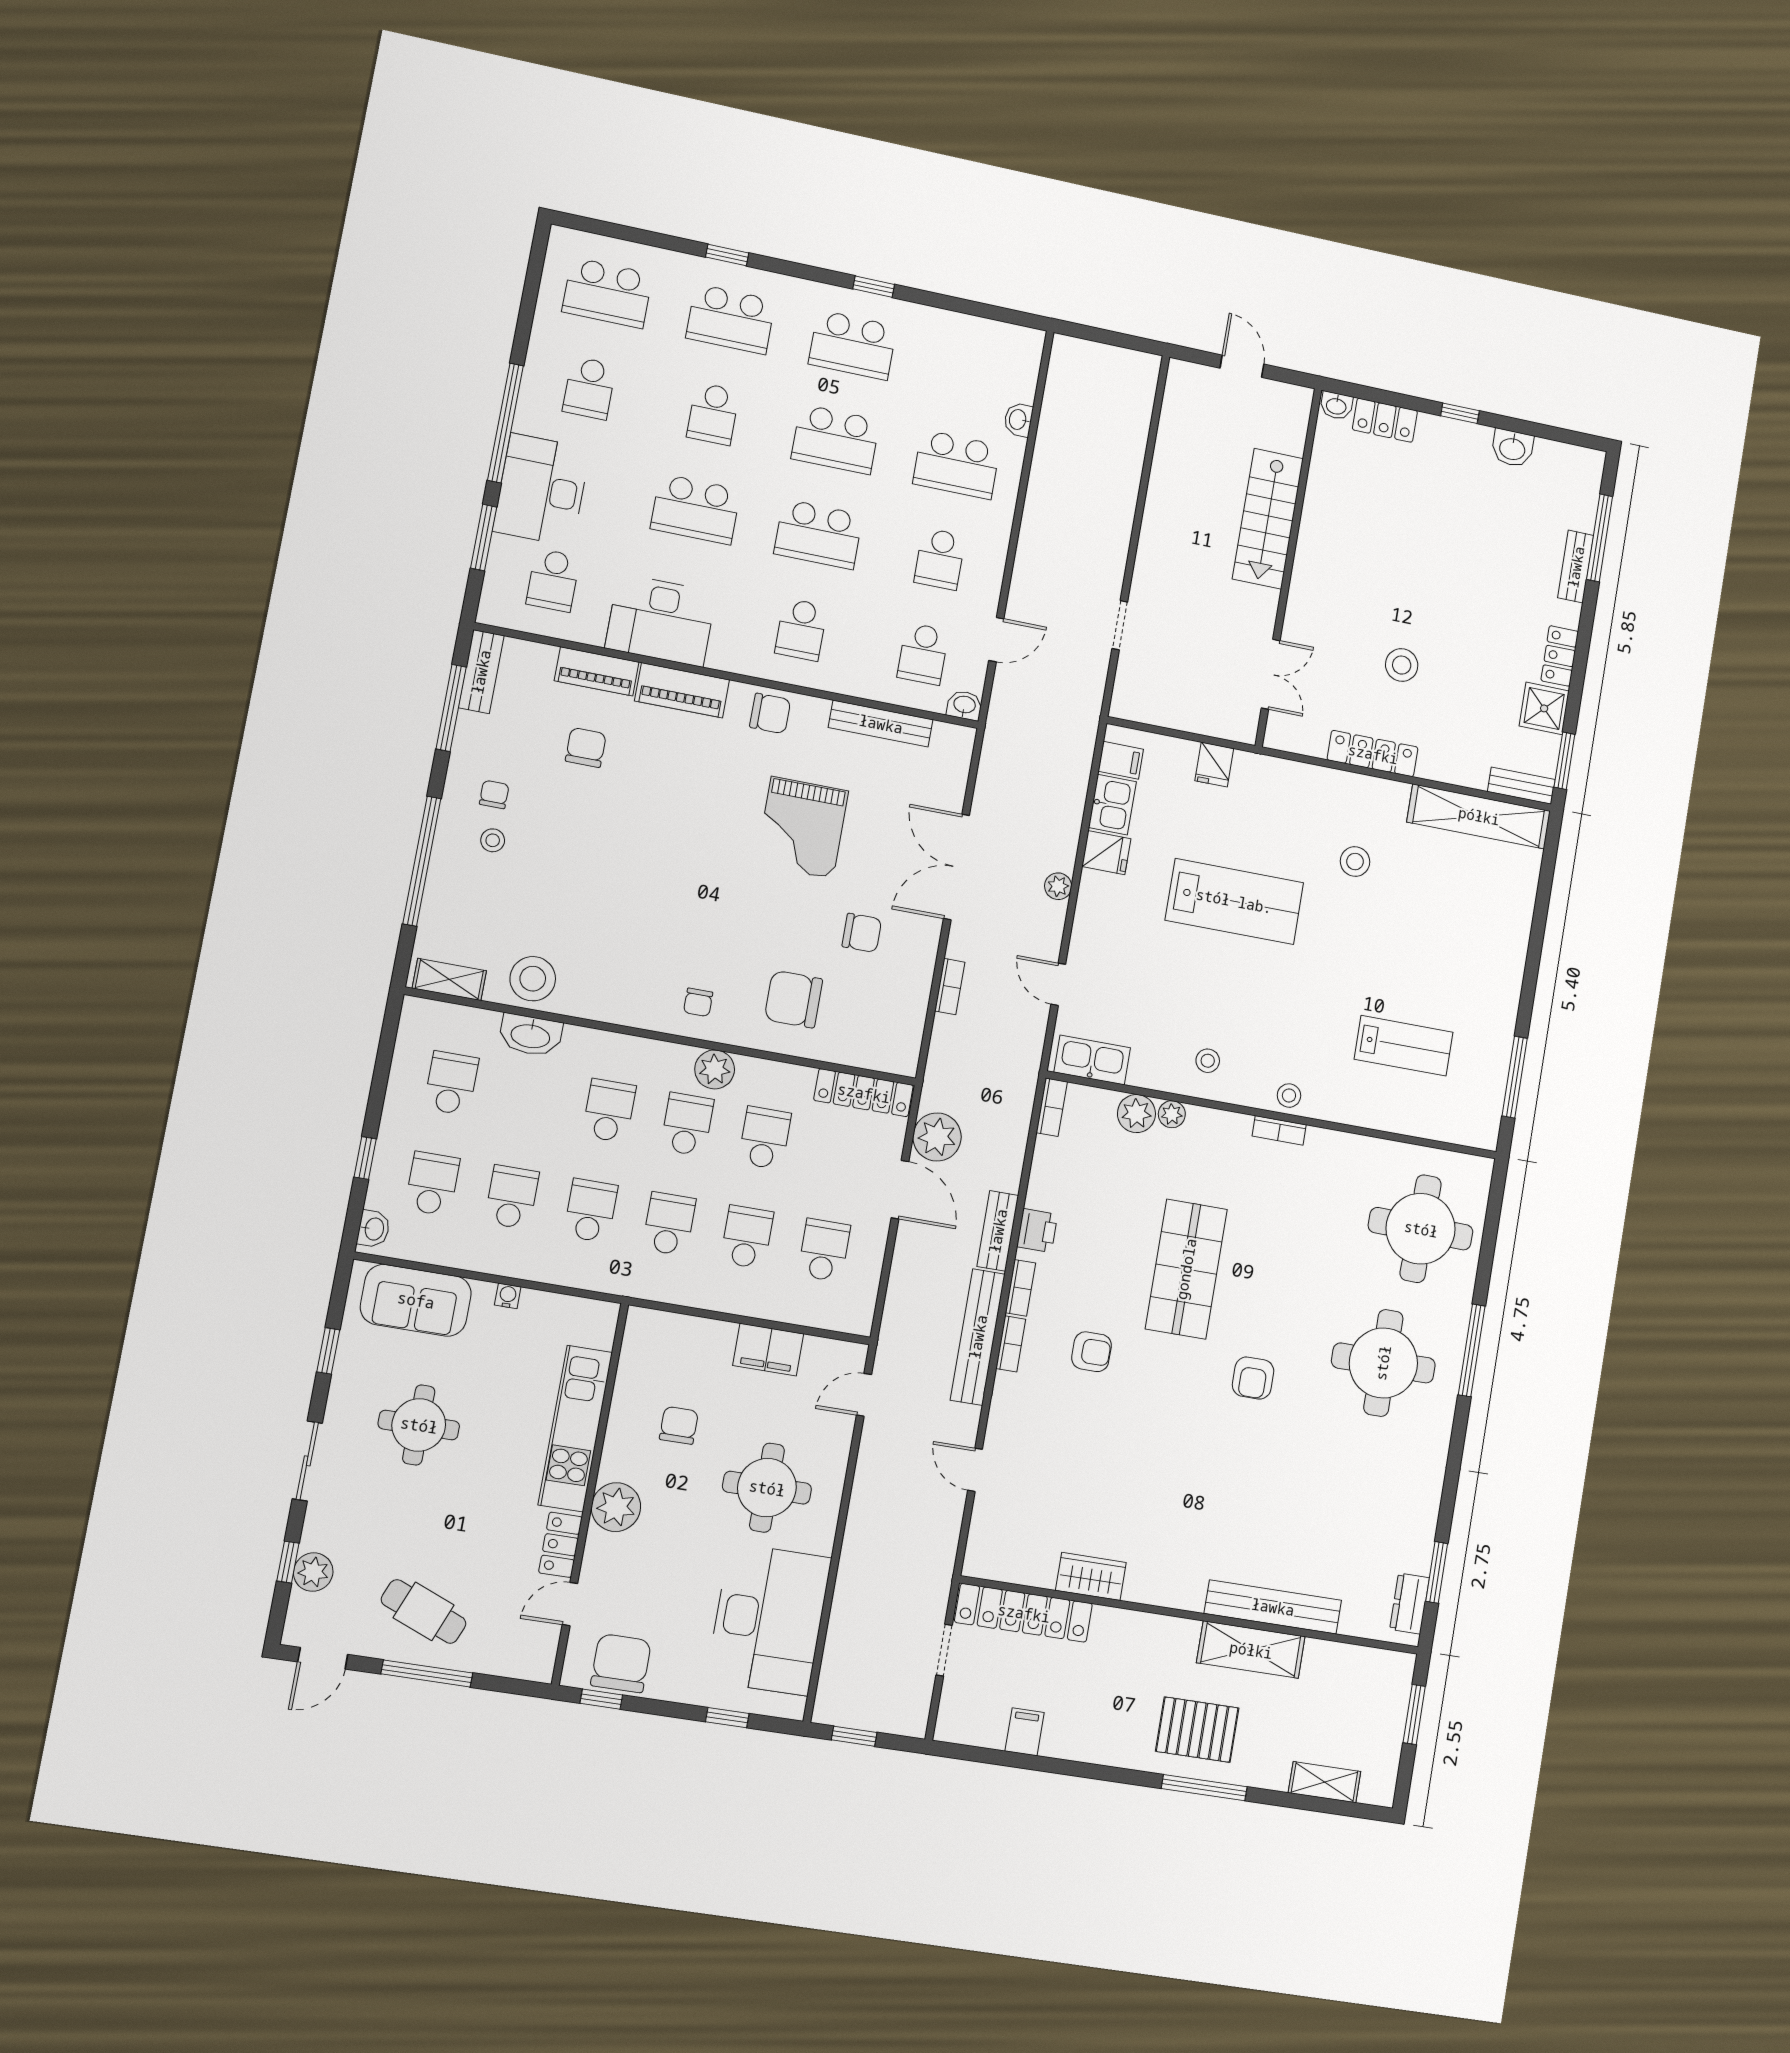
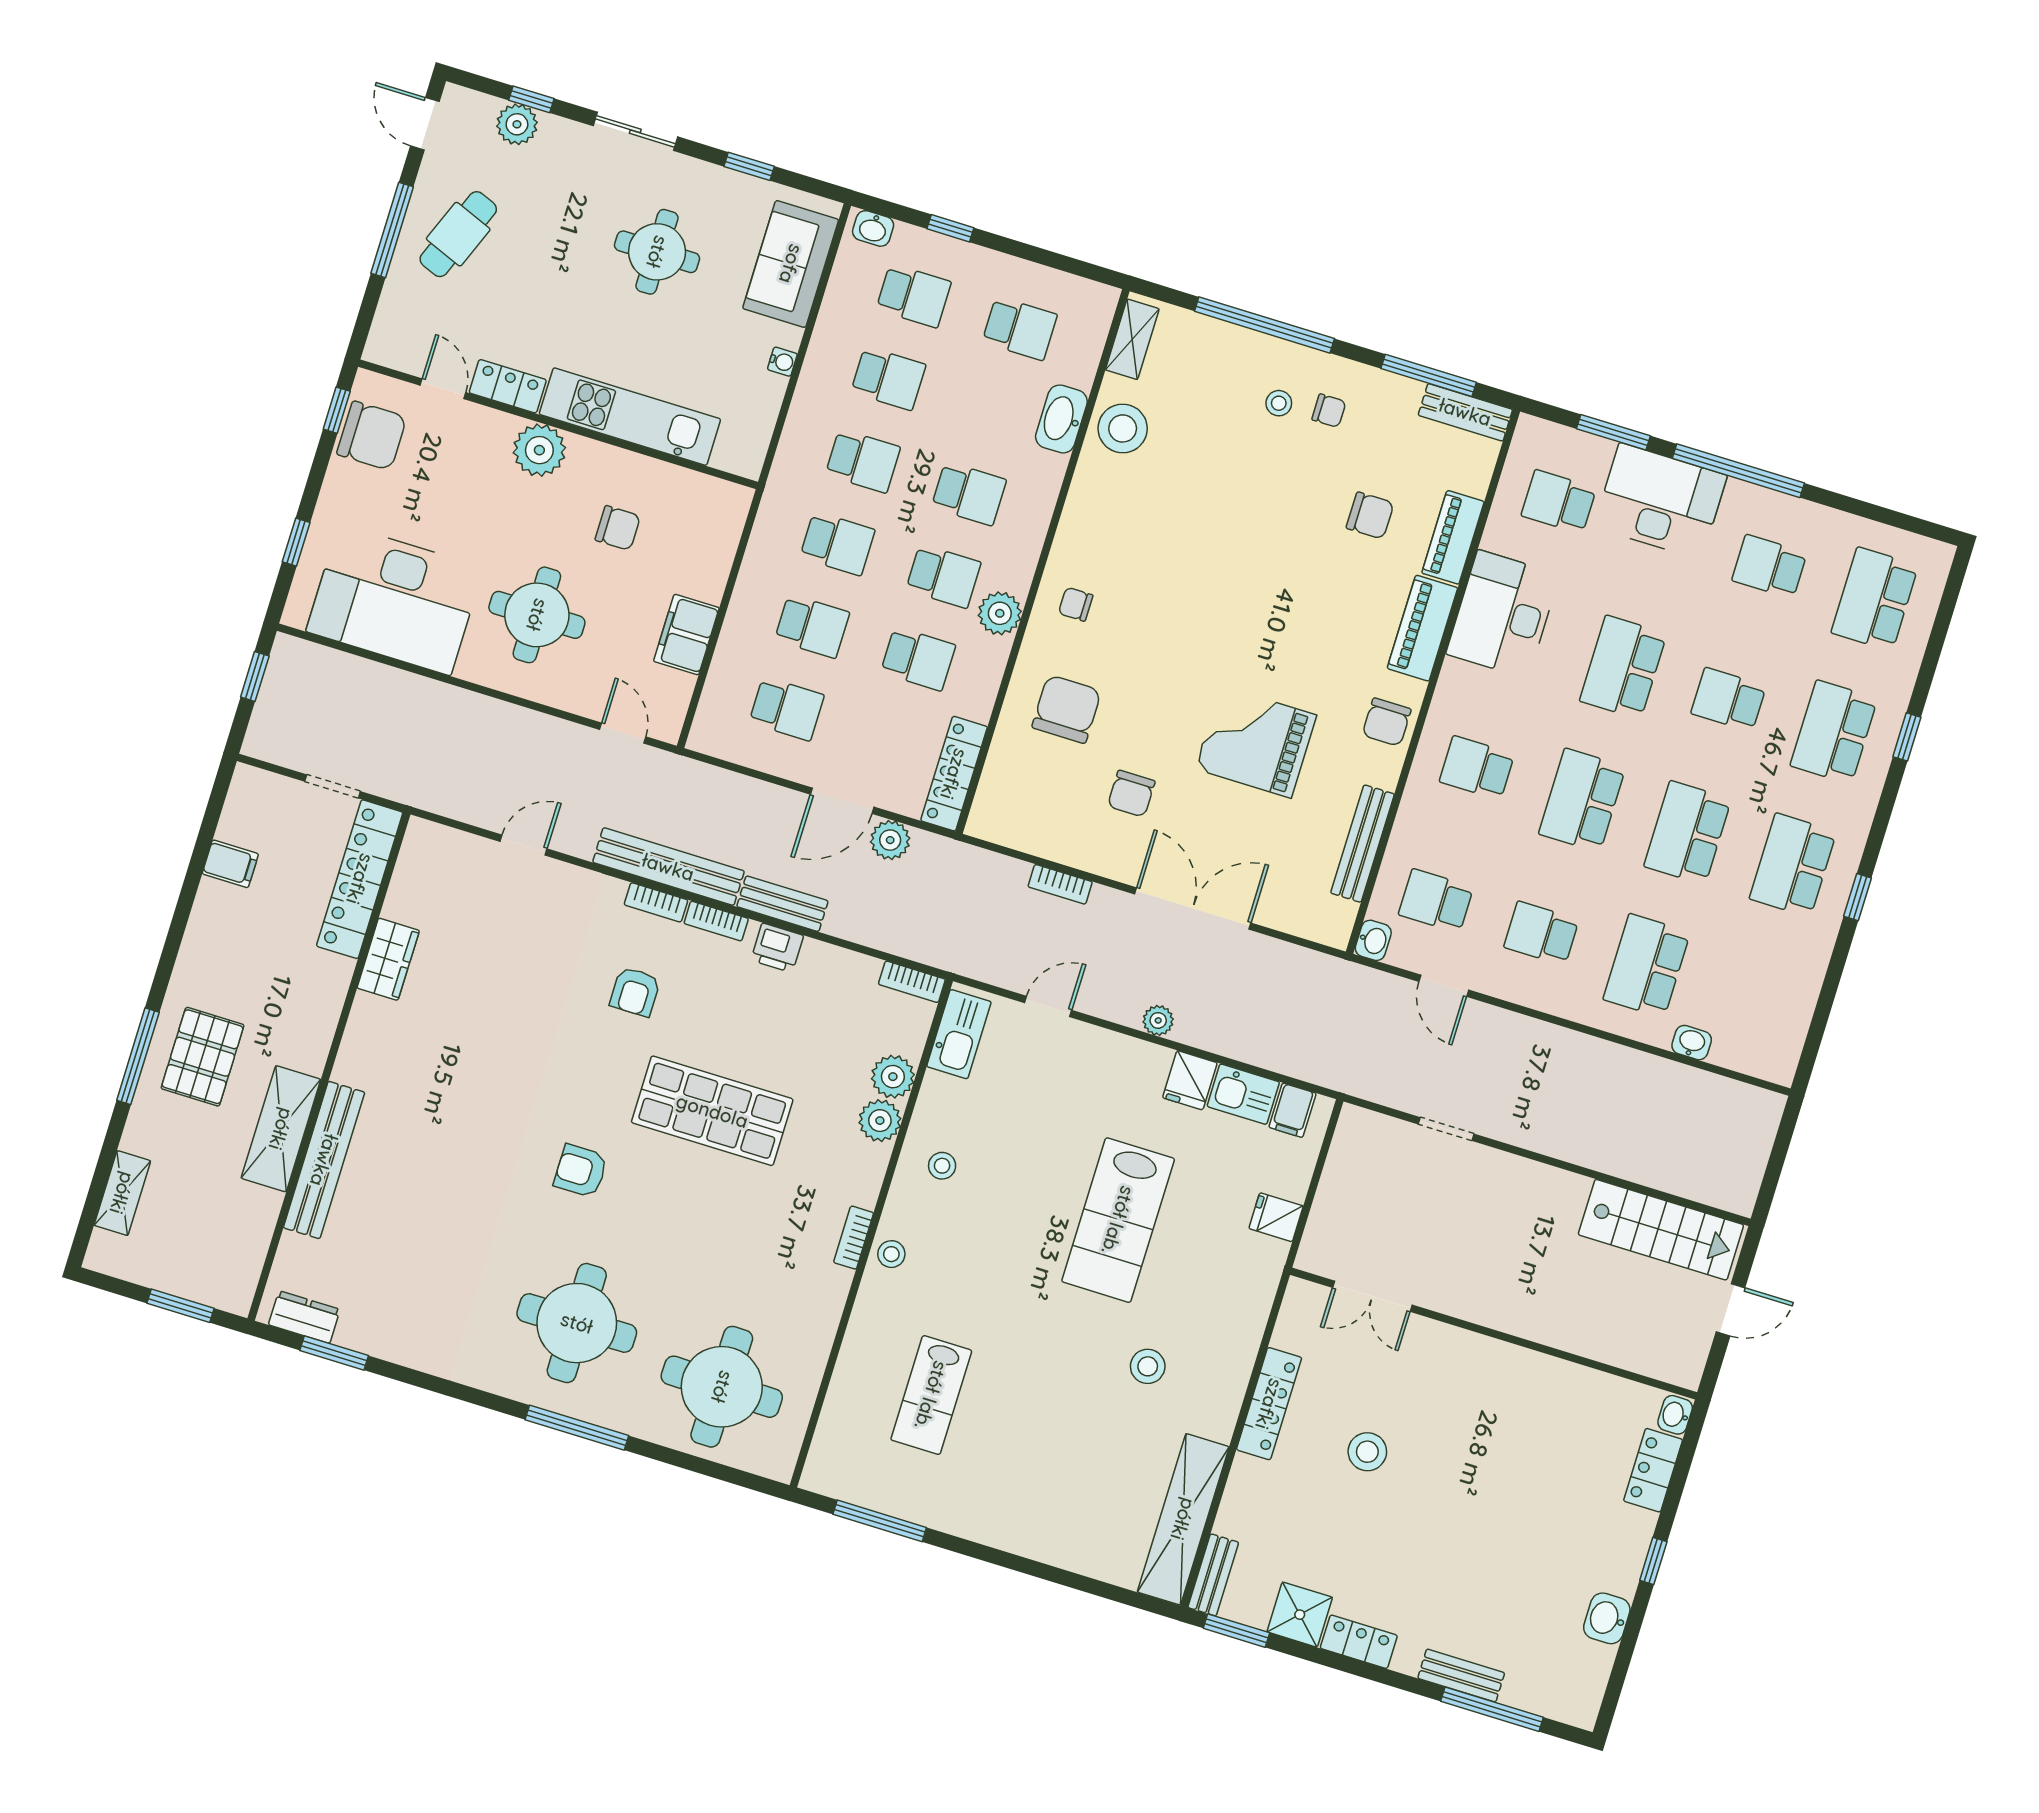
stairs: (1268, 519) -> (1661, 1230), moved, turned 180
plant: (1172, 1114) -> (880, 1121), width x1.38, depth x1.38
plant: (937, 1137) -> (890, 840), width x0.73, depth x0.73

